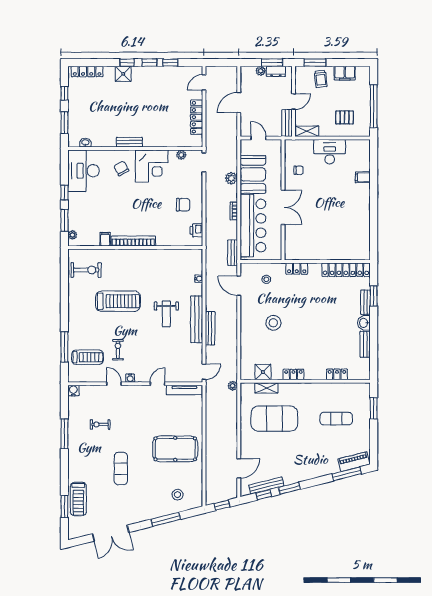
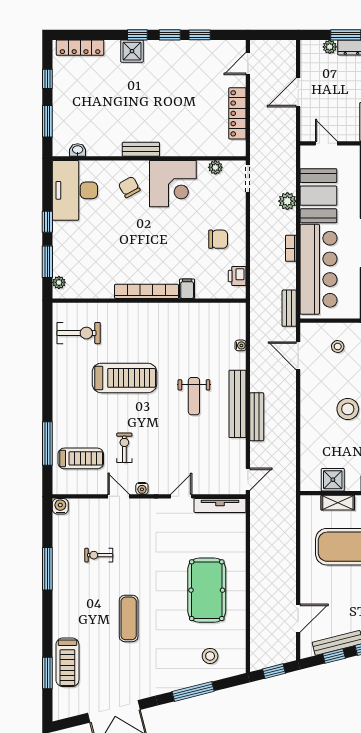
filing cabinet: (105, 239) -> (187, 289), moved
plant: (233, 386) -> (289, 499), removed
pool table: (175, 449) -> (207, 590), turned 90

